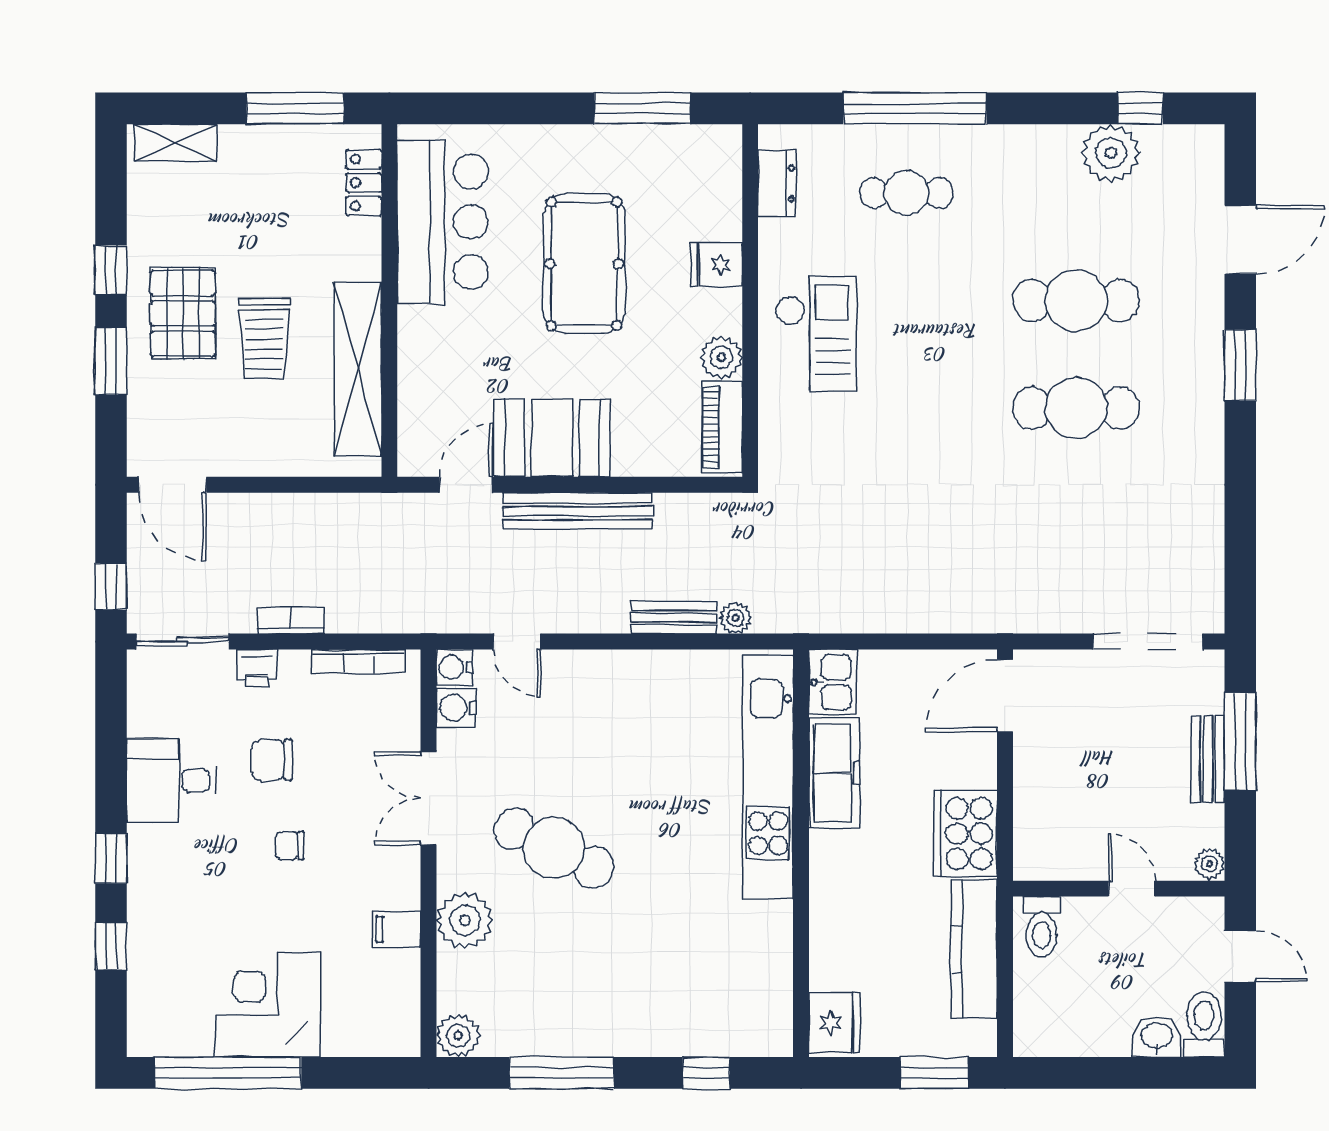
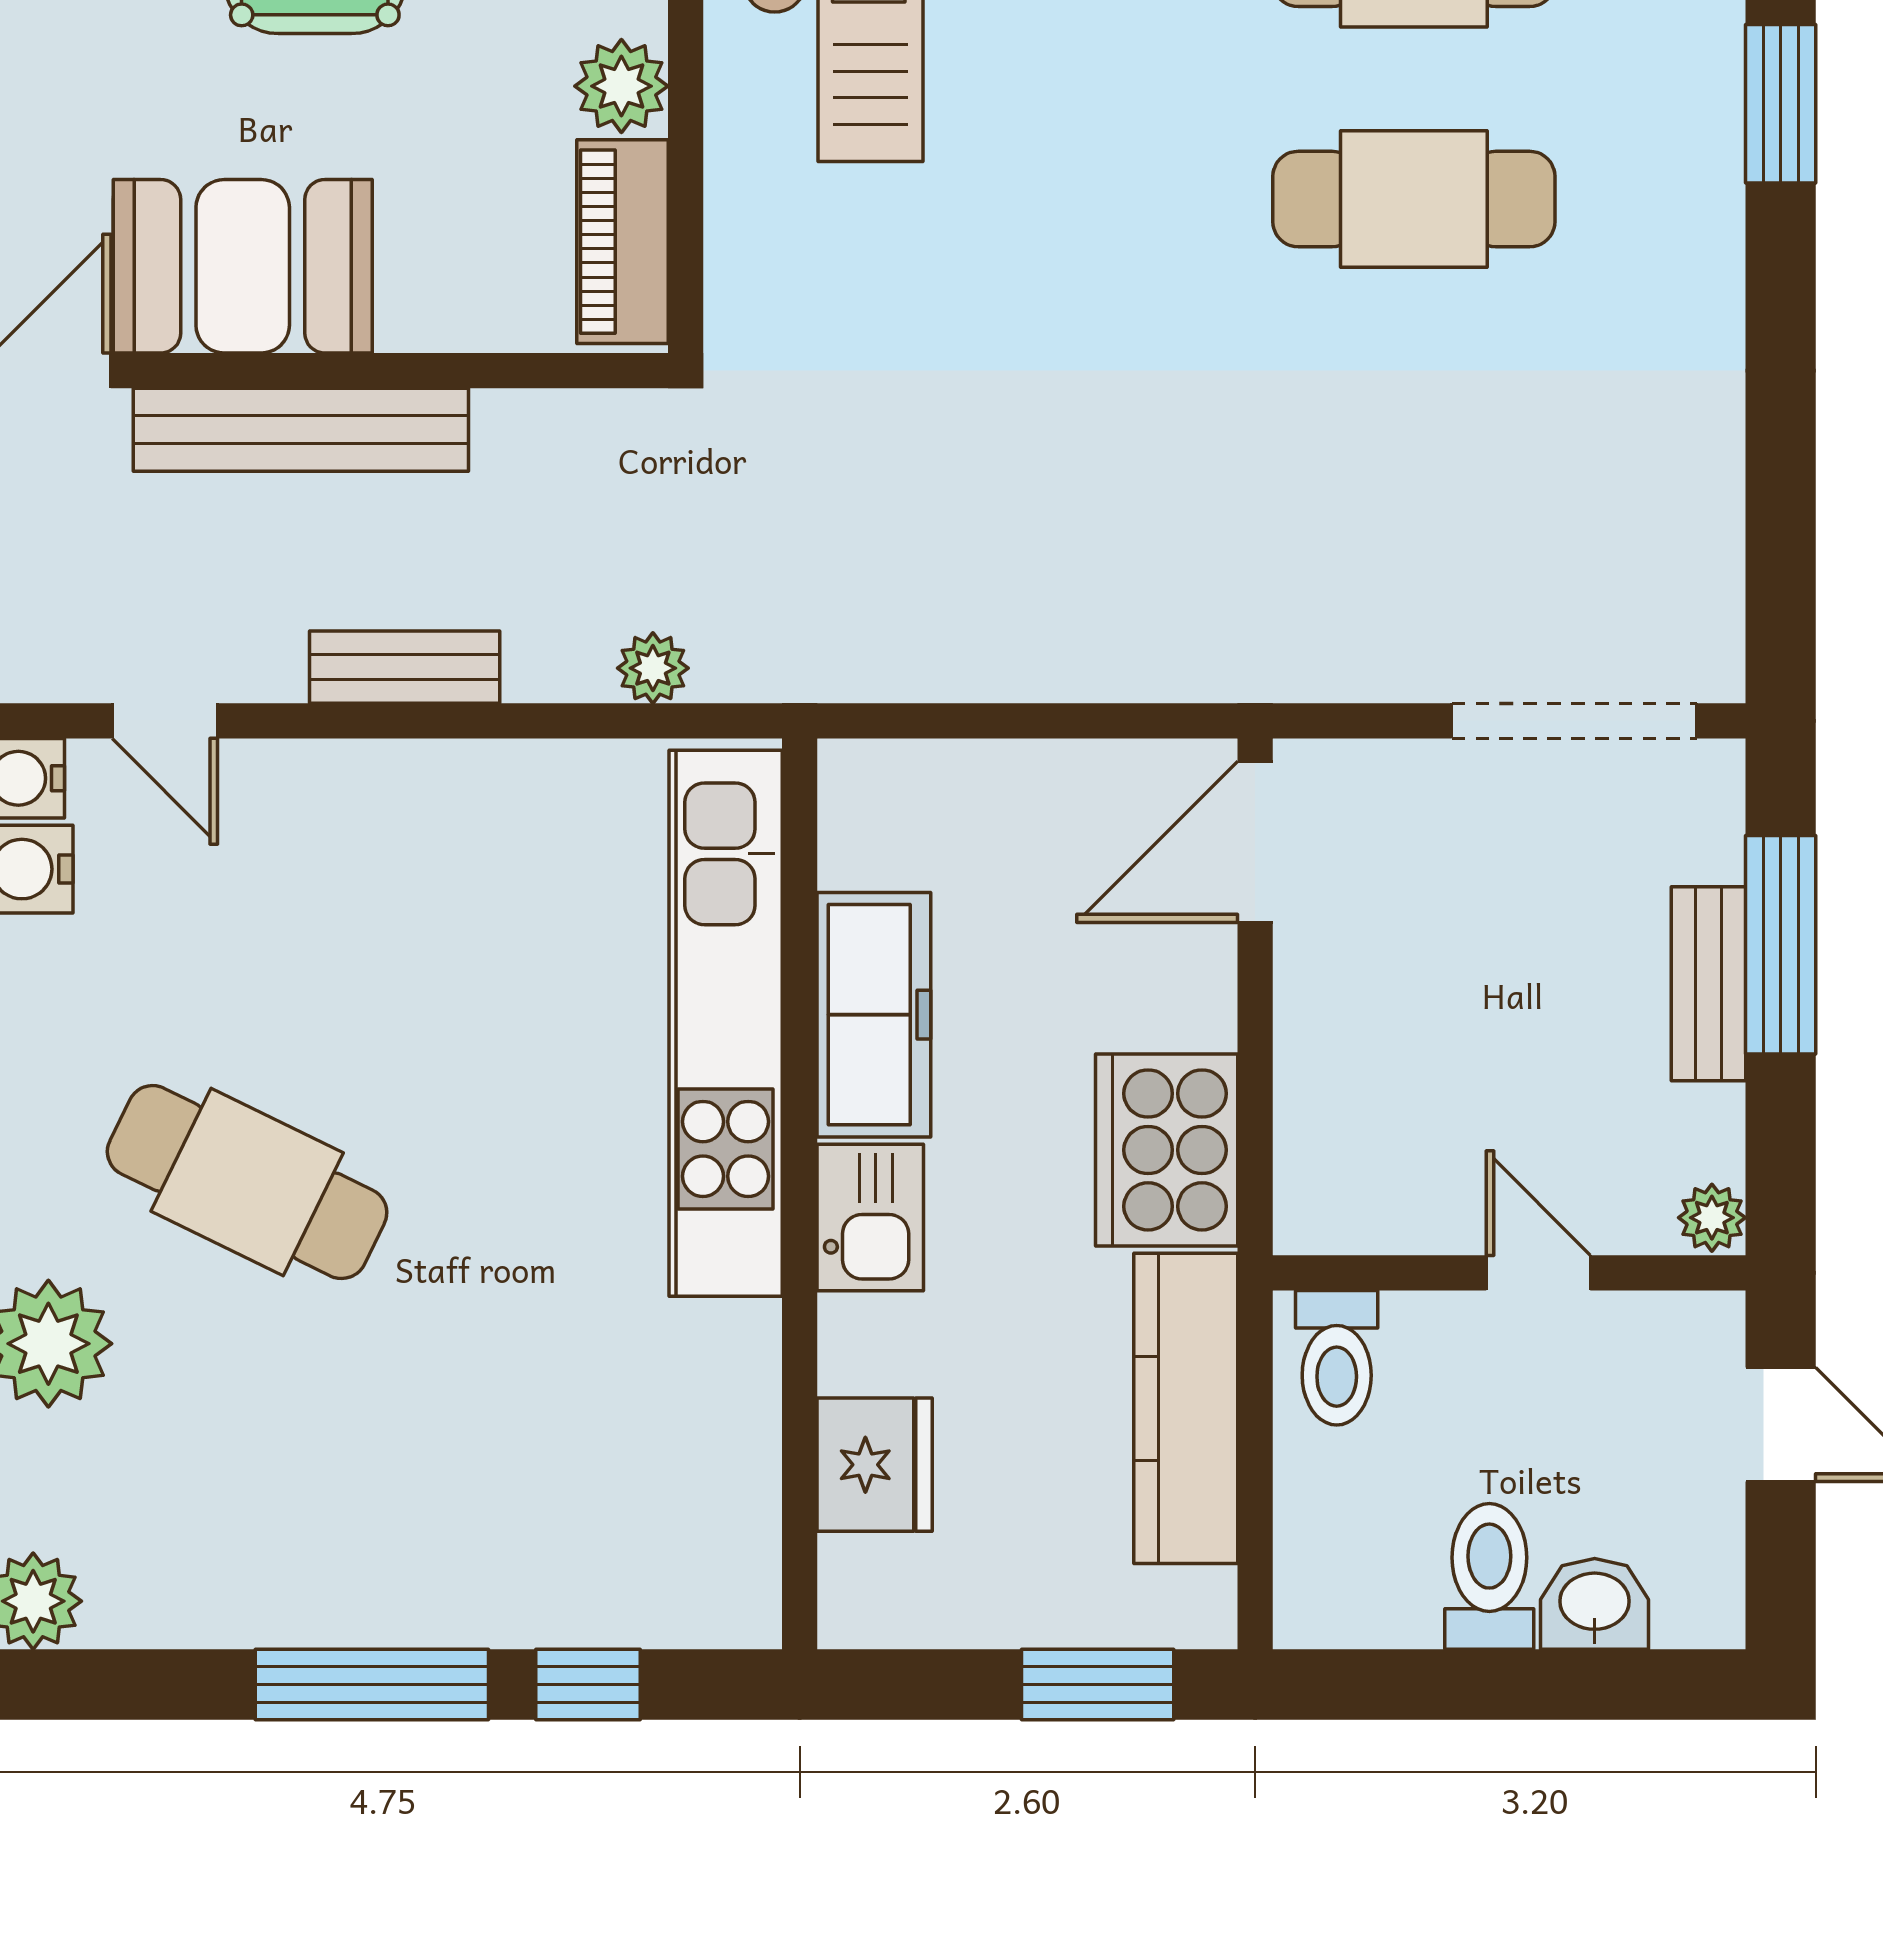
bench: (674, 617) -> (405, 667), moved
kitchen sink: (833, 682) -> (870, 1217), moved
fridge: (835, 1023) -> (875, 1465), moved
toilet: (1204, 1025) -> (1489, 1576), moved
window: (562, 1073) -> (372, 1685), moved

